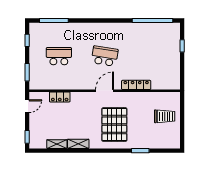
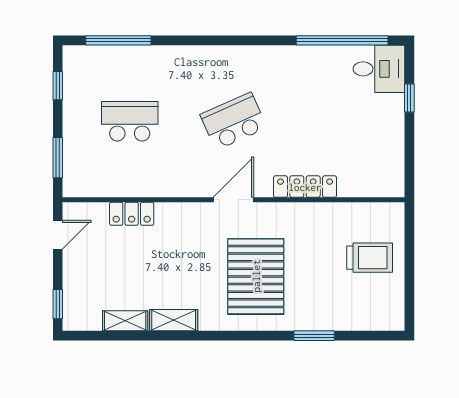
desk: (169, 33) -> (379, 69), added
school desk: (105, 56) -> (234, 121), turned -33

